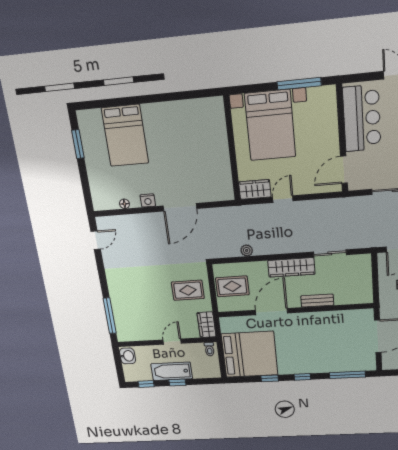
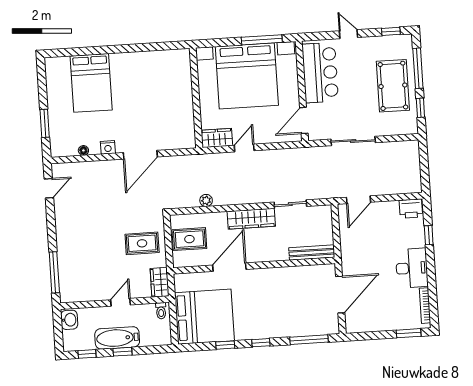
bed with nightstands: (270, 125) -> (247, 76), width x1.36
window: (78, 144) -> (45, 123), moved
bench: (317, 301) -> (312, 253), moved, width x1.36

